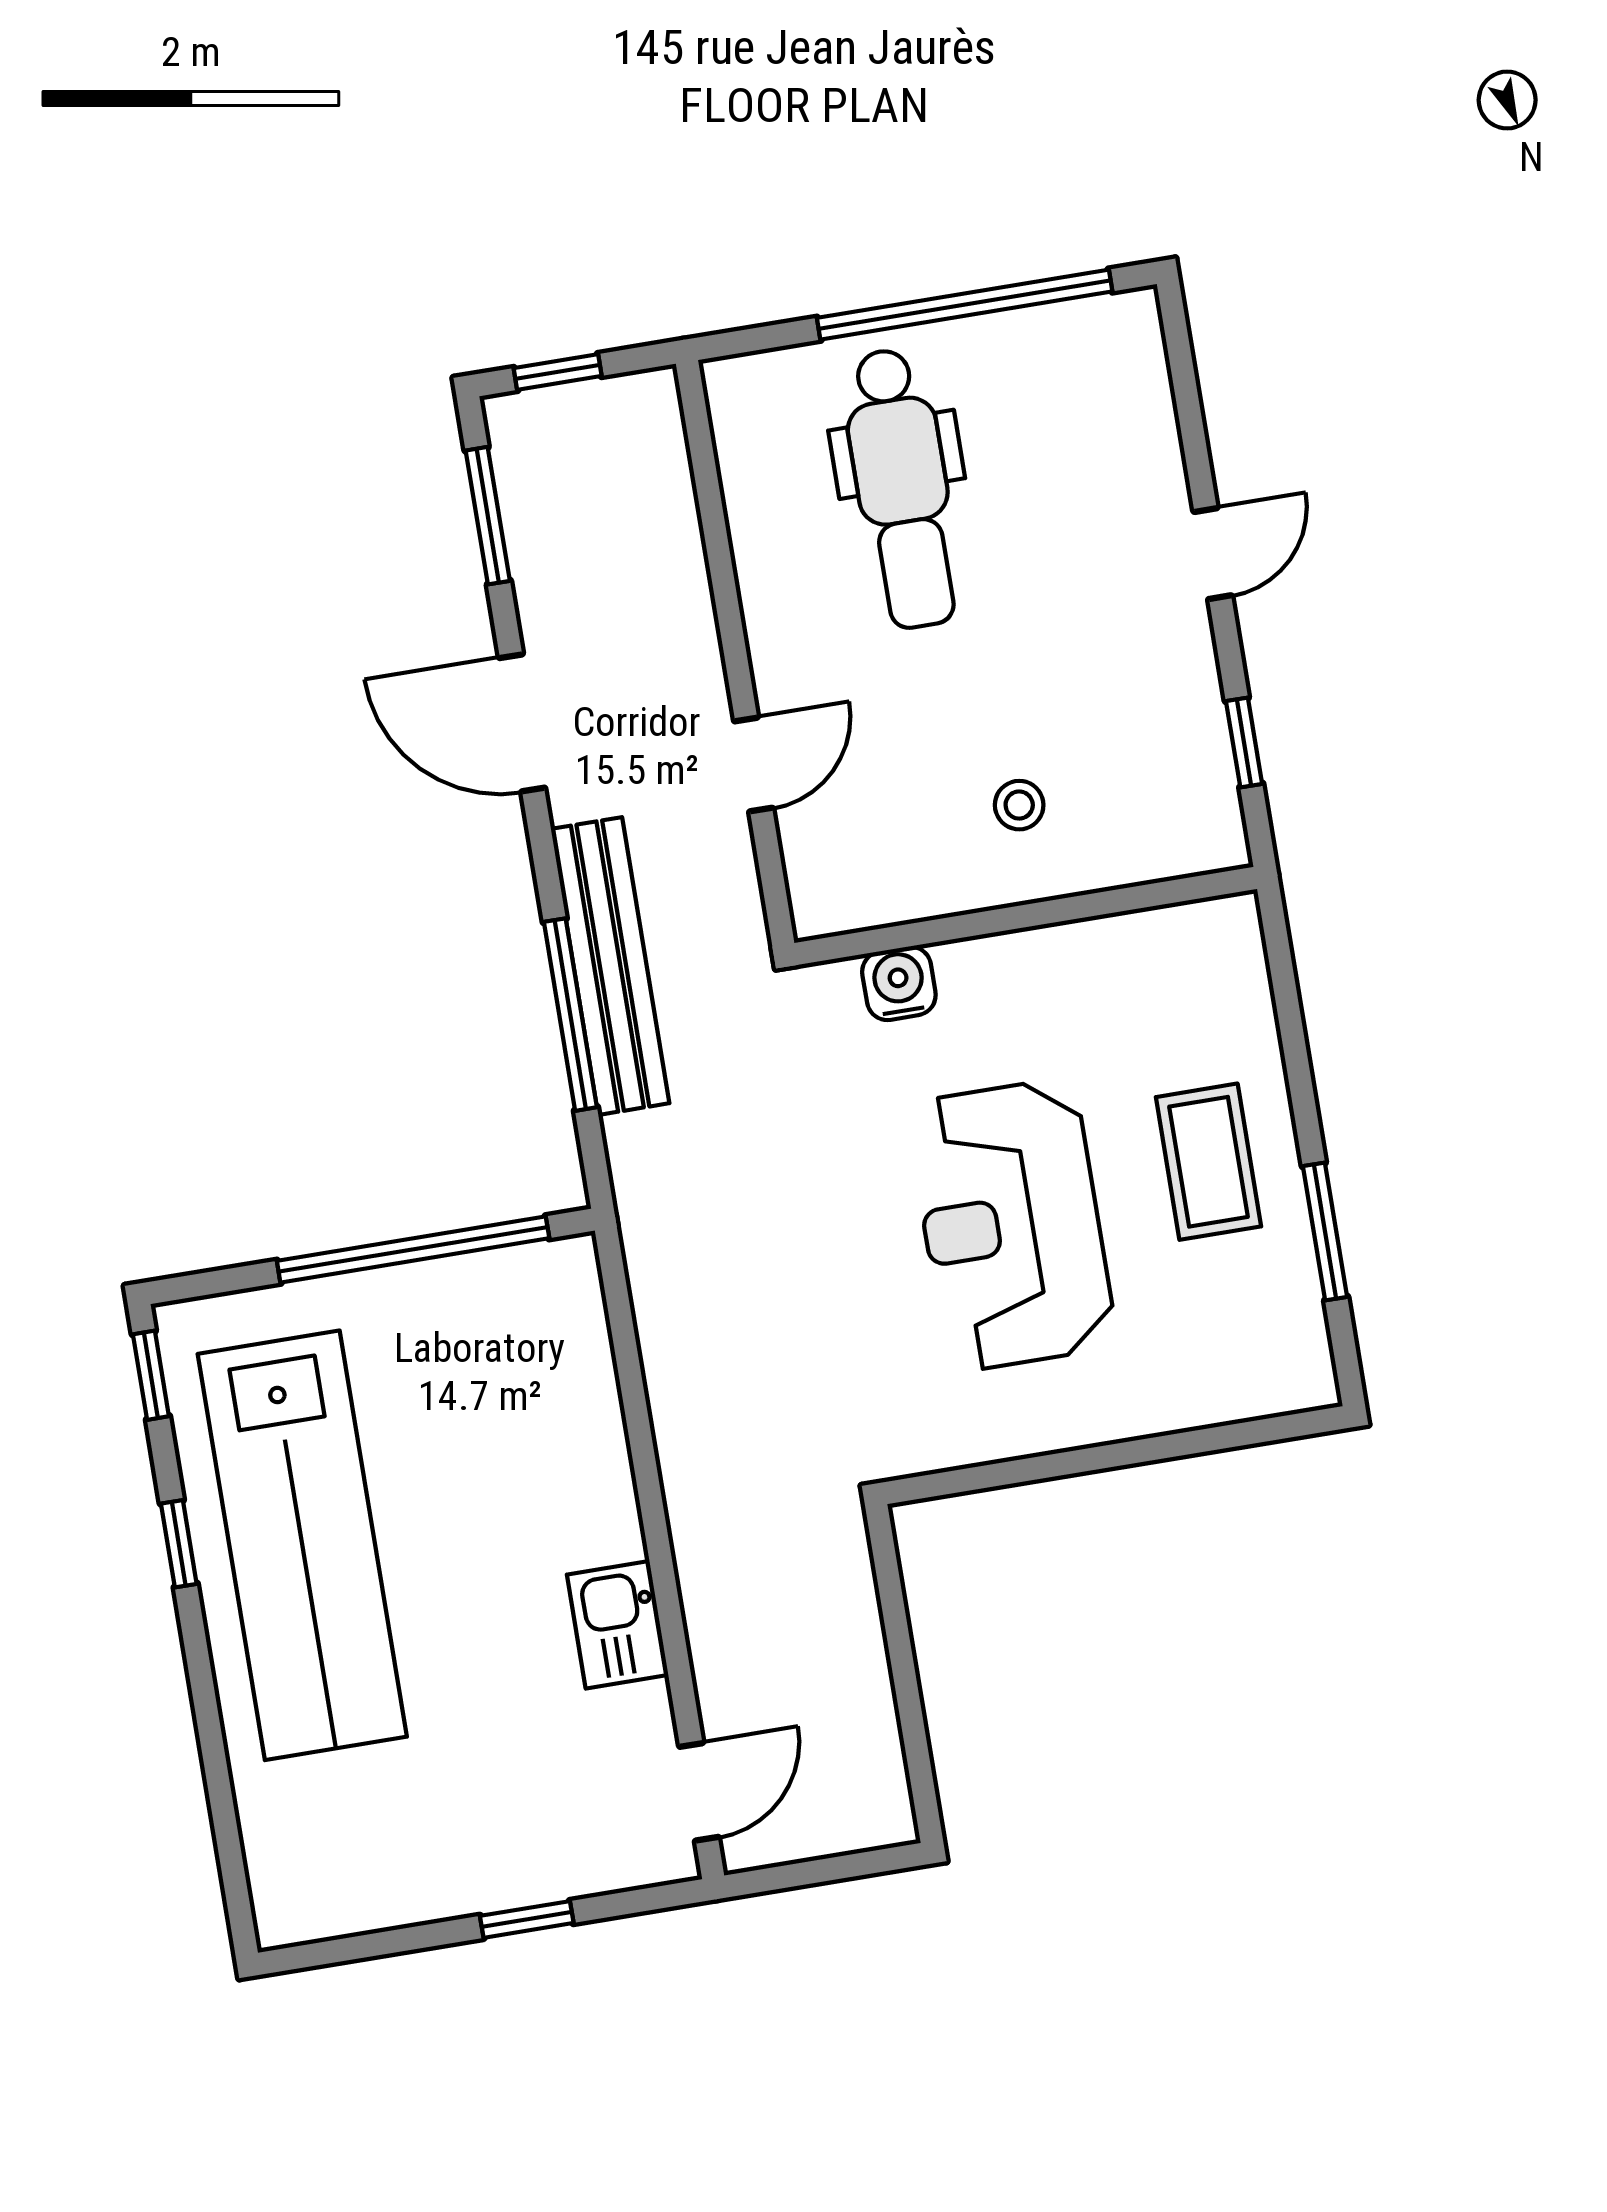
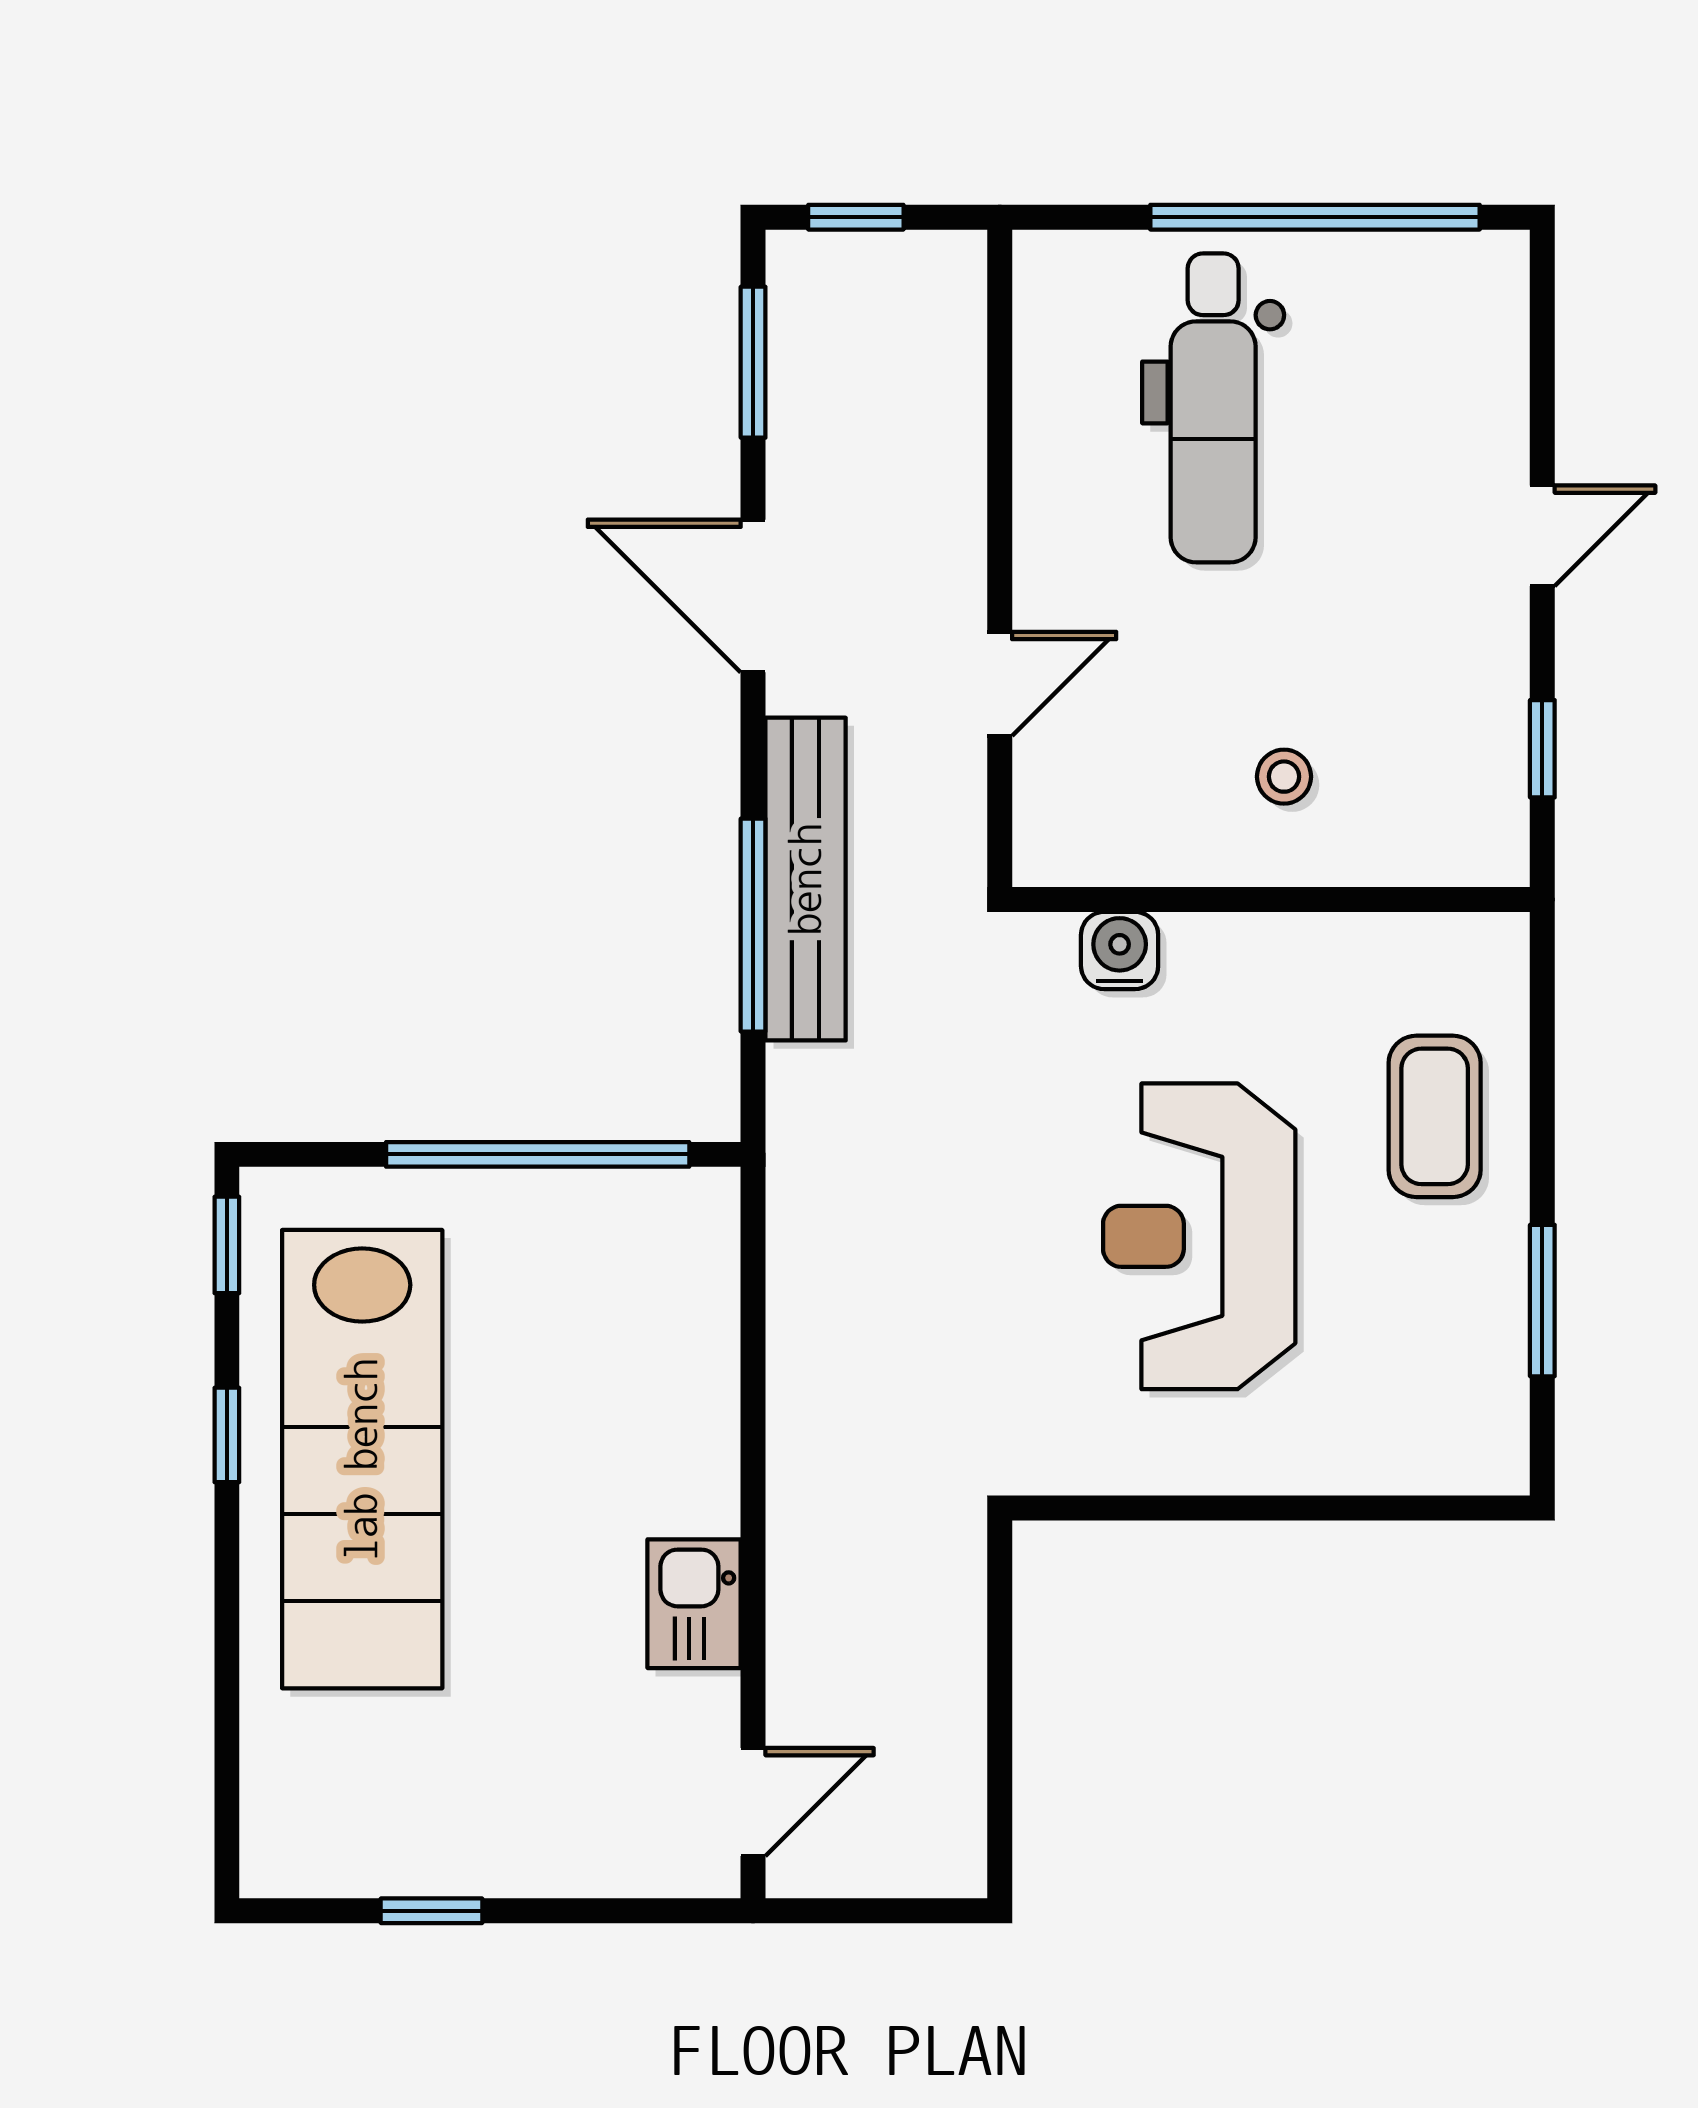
coffee table: (1209, 1162) -> (1435, 1116), moved
window: (527, 1919) -> (431, 1911), moved

